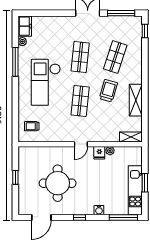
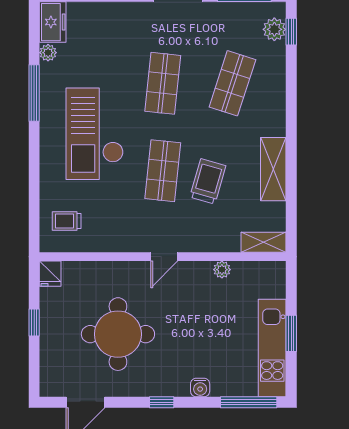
plant: (136, 30) -> (274, 29), added
trolley: (108, 91) -> (208, 181), moved
fridge: (99, 153) -> (50, 274), moved

